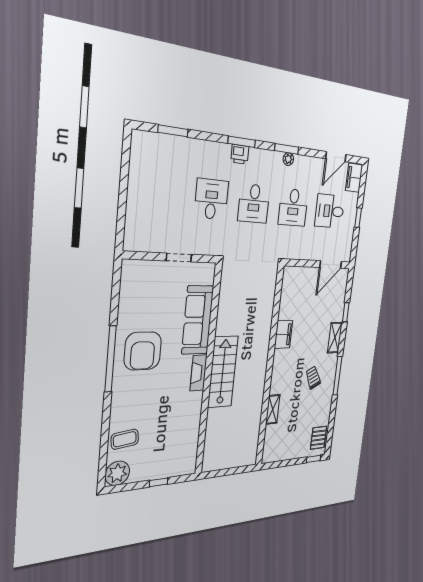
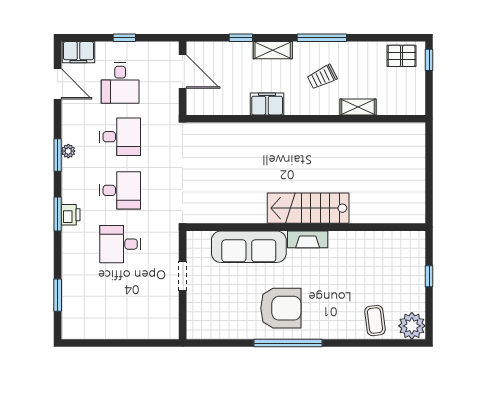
filing cabinet: (284, 334) -> (267, 104), moved
wall: (270, 367) -> (306, 119), moved
shelving: (273, 409) -> (358, 107), moved

